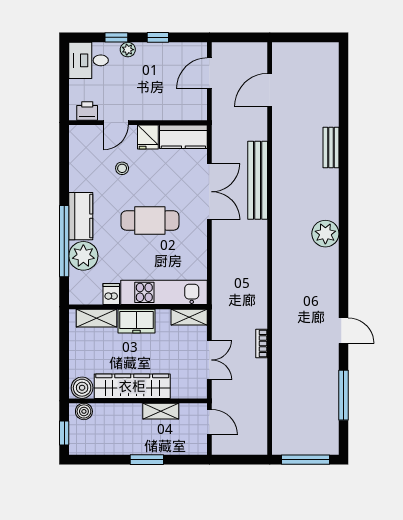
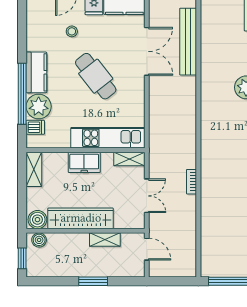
cafe table: (150, 221) -> (96, 76), turned 52
dishwasher: (111, 294) -> (35, 127), moved, turned 90
shelving: (96, 318) -> (34, 169), moved, turned 90

